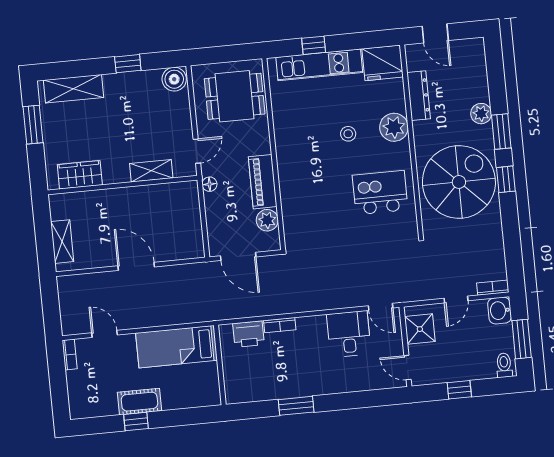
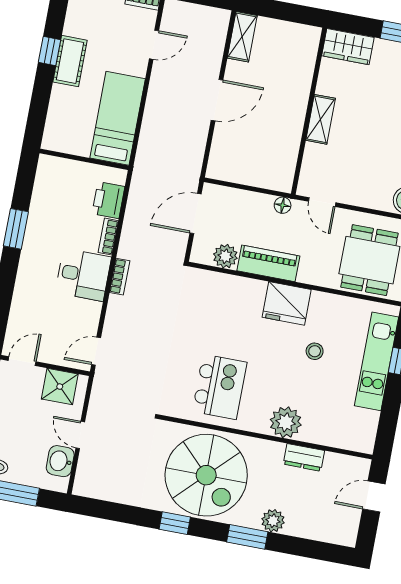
fridge: (383, 63) -> (287, 303), moved, turned -90
dresser: (419, 96) -> (304, 457), width x0.70
stool: (348, 134) -> (315, 351), moved
shelving: (151, 171) -> (321, 119), moved
wardrobe: (80, 175) -> (348, 47), moved, turned 90
window: (506, 179) -> (175, 523), moved
shelving: (62, 242) -> (242, 37), moved, turned 90
bookcase: (493, 288) -> (120, 277), moved
washbasin: (500, 310) -> (60, 461), moved, turned -90
desk: (349, 334) -> (83, 275), moved

